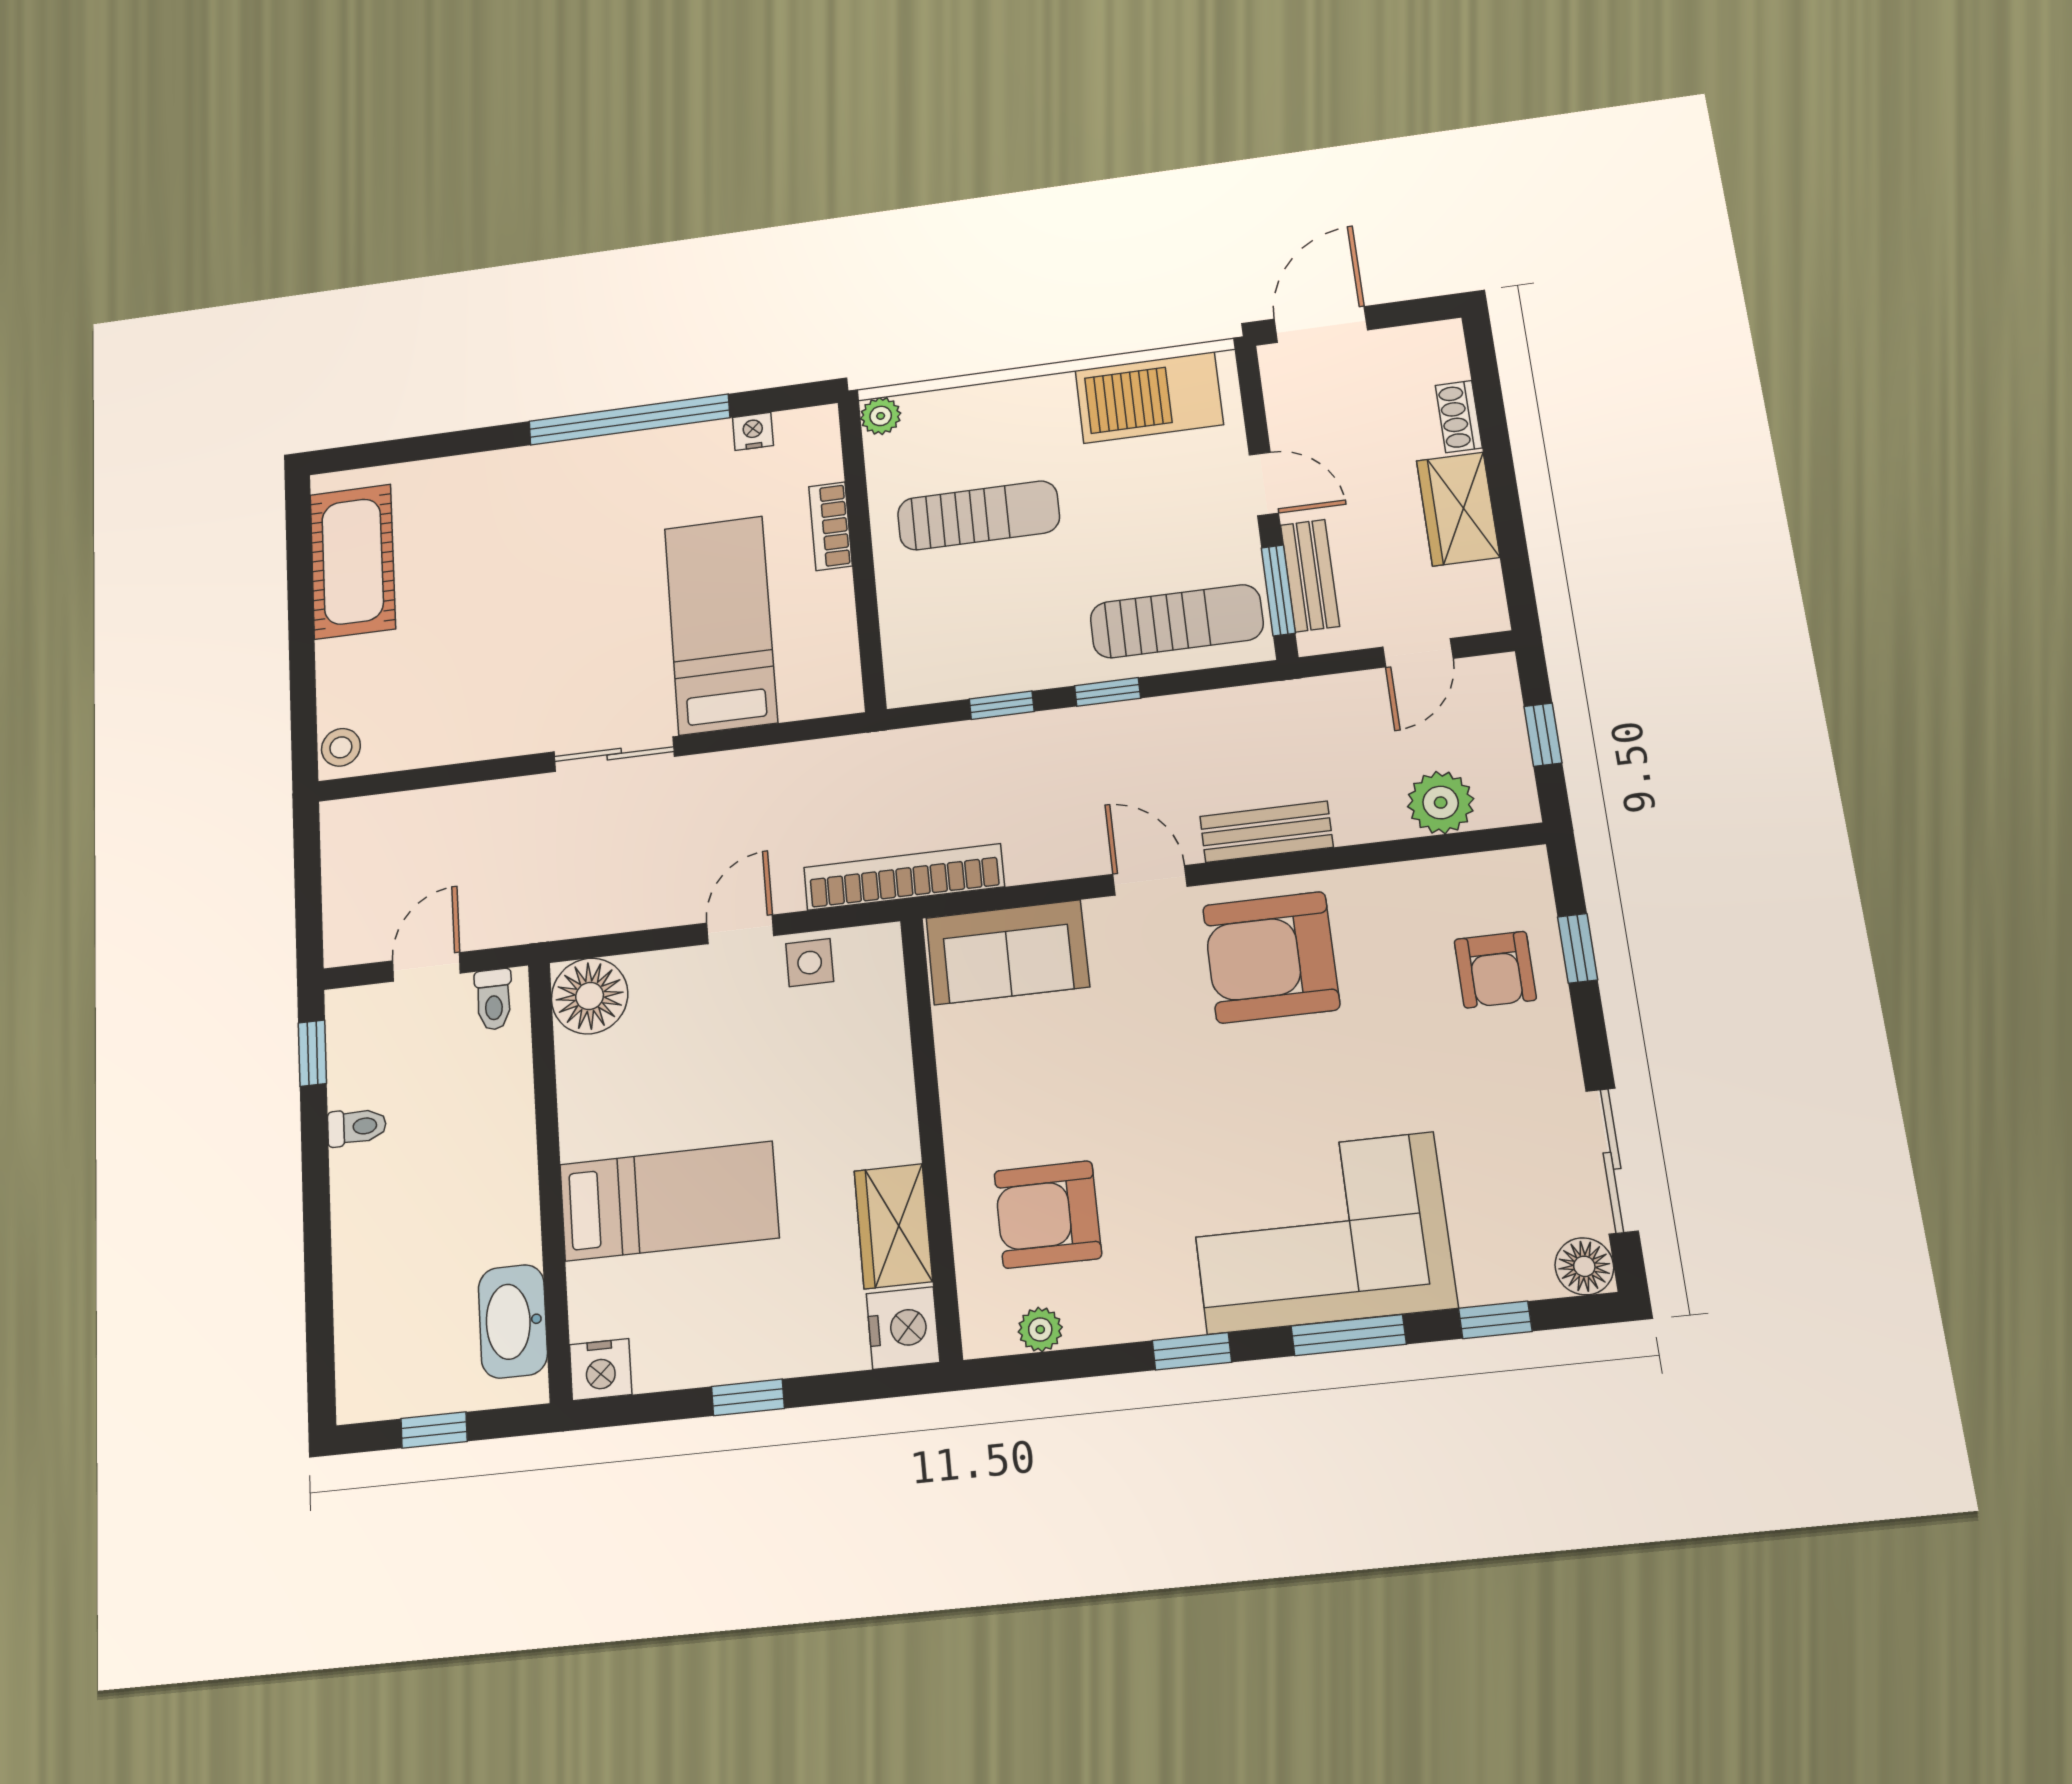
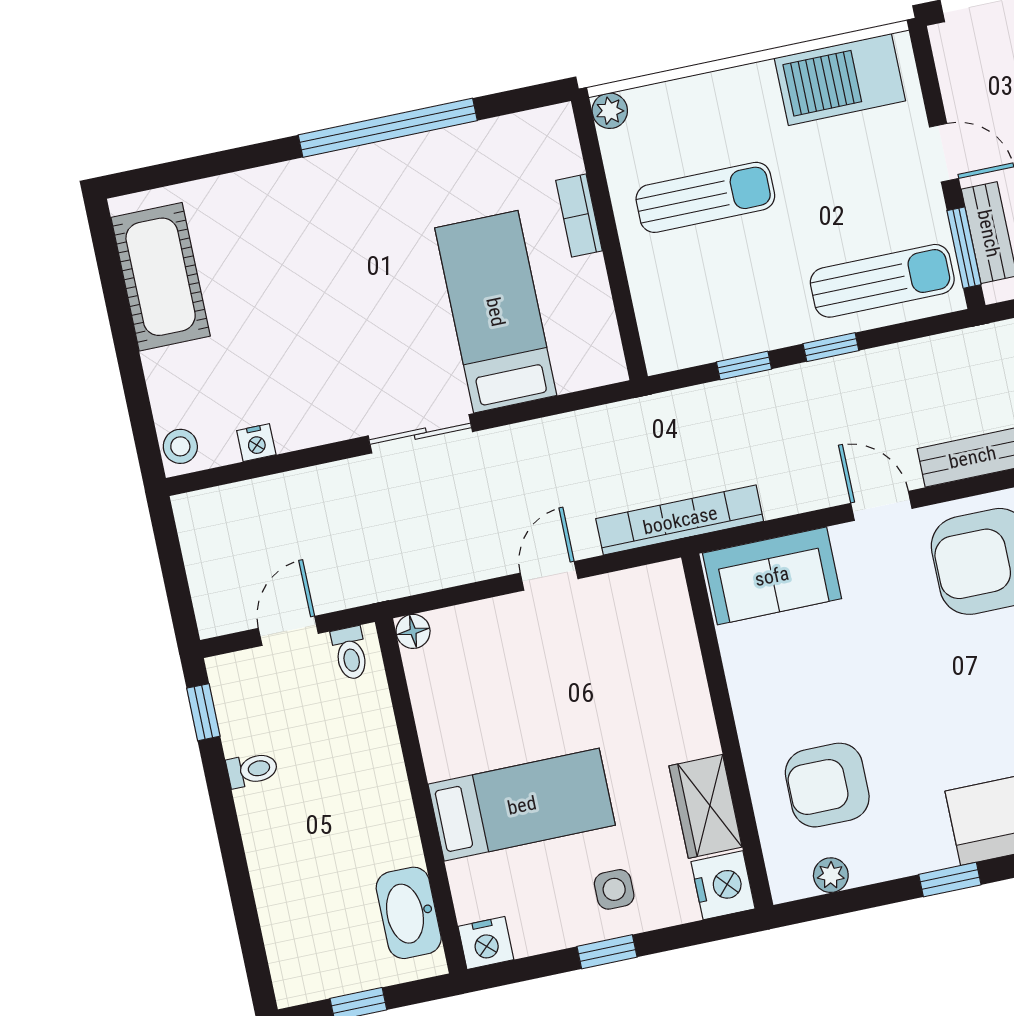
nightstand: (753, 431) -> (256, 443), moved, turned 180
side table: (810, 963) -> (614, 889), moved
floor lamp: (590, 996) -> (413, 631), width x0.53, depth x0.53

